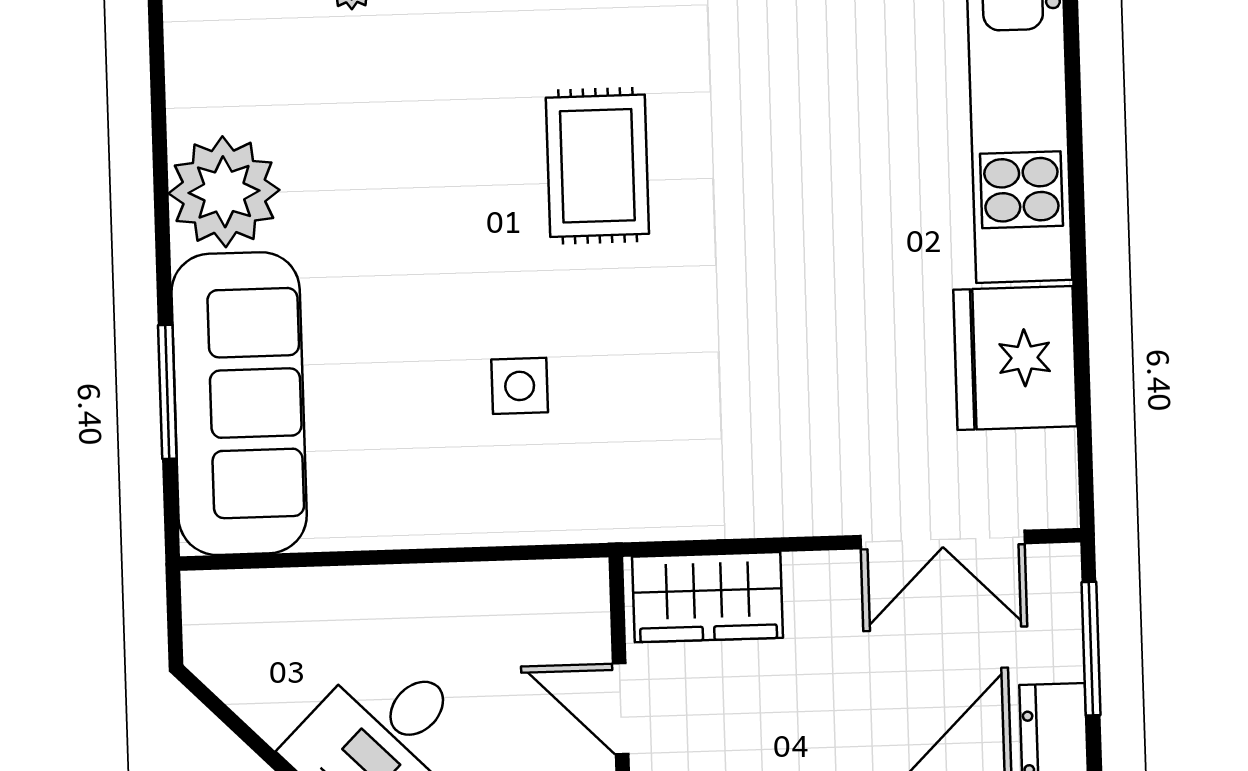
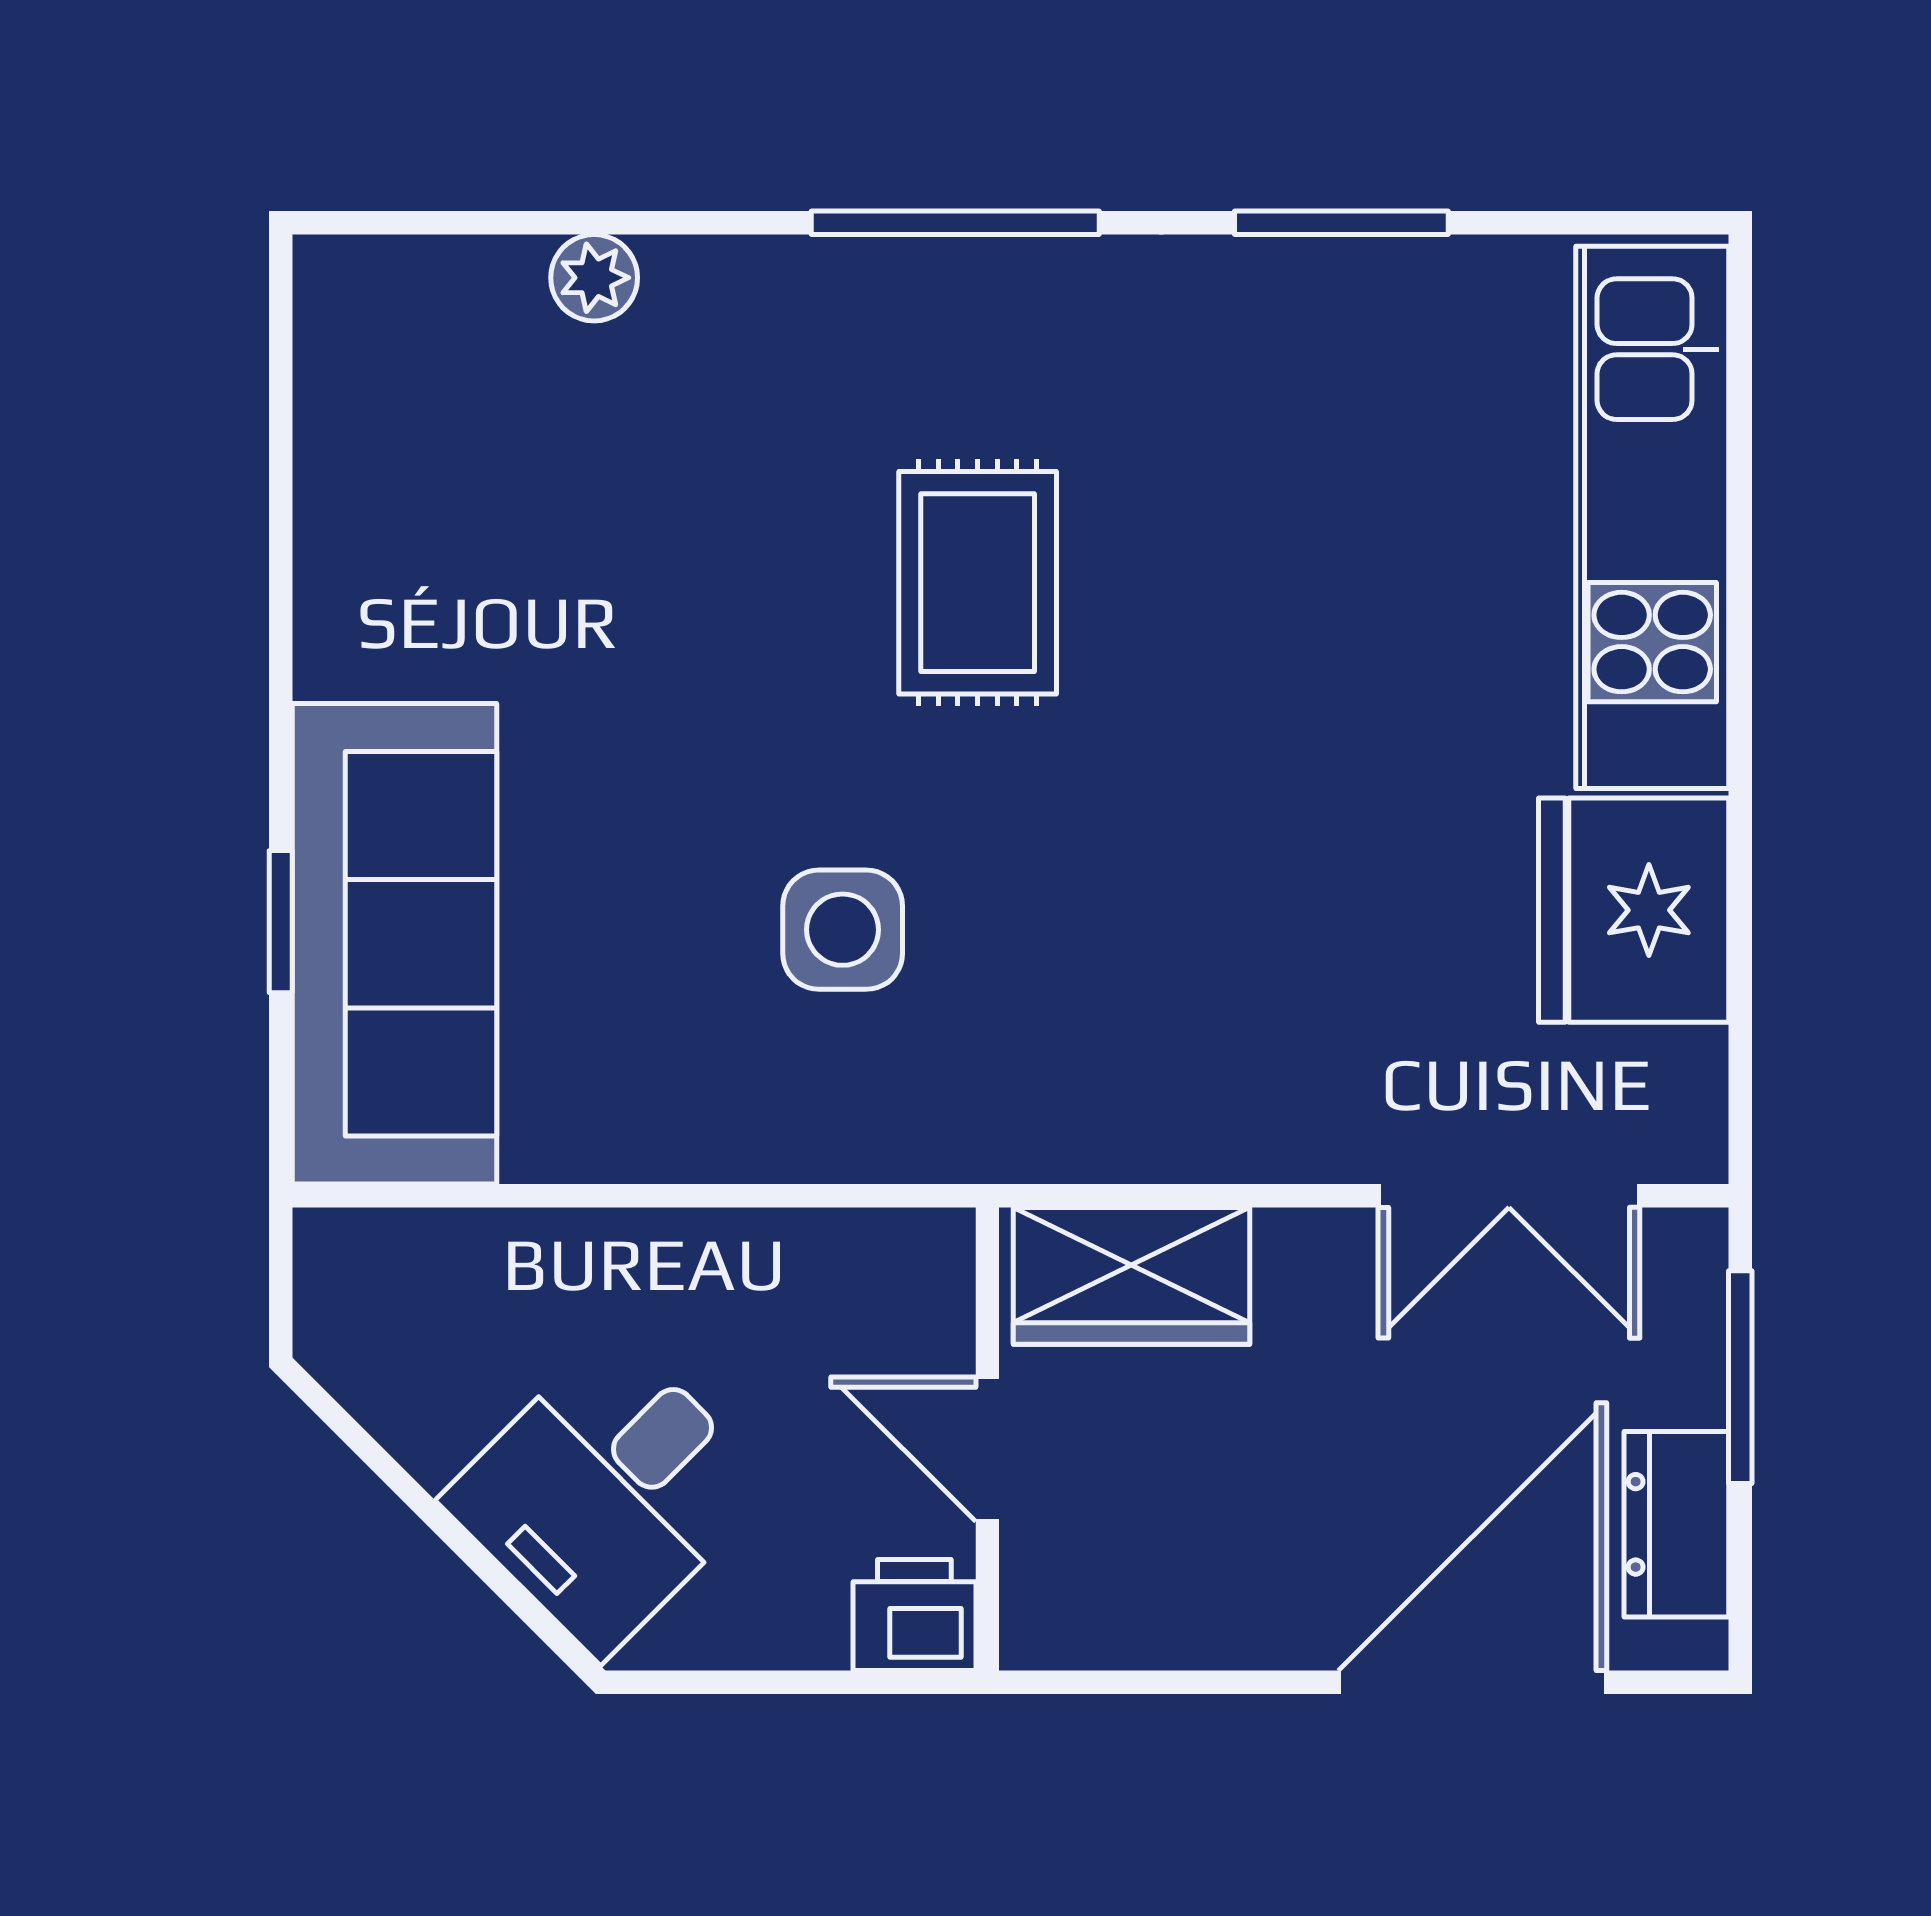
plant: (224, 192) -> (381, 605), removed
side table: (520, 386) -> (843, 930), width x1.37, depth x1.37
window: (167, 392) -> (281, 922), width x0.67

